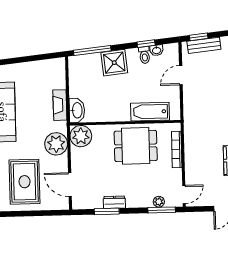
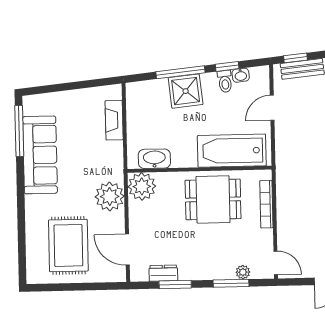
window: (92, 51) -> (180, 72), moved
fireplace: (60, 105) -> (114, 120), moved
washbasin: (77, 110) -> (154, 159), moved, turned -90
bathtub: (150, 112) -> (232, 151), width x1.36, depth x1.36
door: (184, 194) -> (276, 263), hinge flipped
dresser: (114, 202) -> (163, 273), moved
window: (162, 210) -> (231, 283), moved

